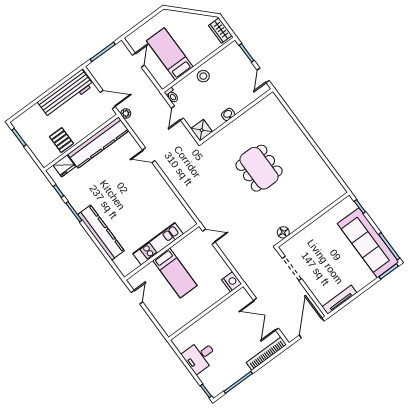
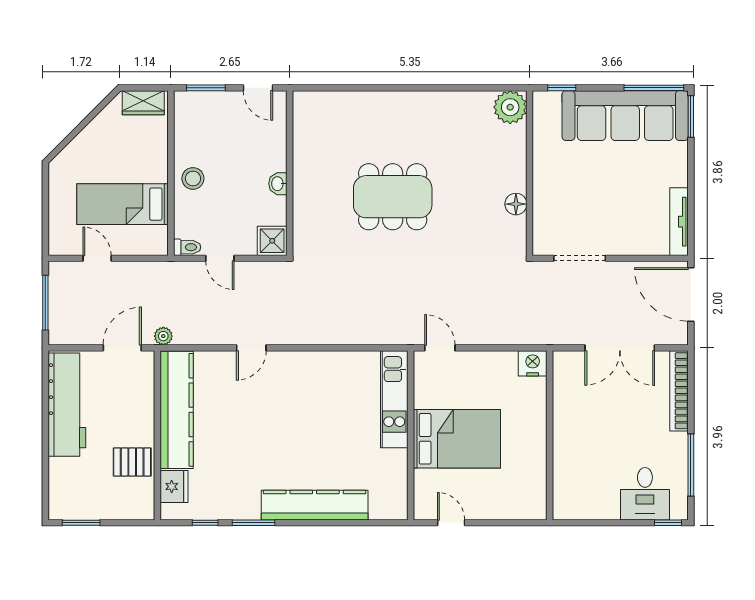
plant: (335, 190) -> (510, 107), added
floor lamp: (283, 232) -> (516, 204), moved
door: (209, 237) -> (440, 348), hinge flipped
kitchen unit: (158, 244) -> (394, 399), moved
bed: (175, 273) -> (457, 439), width x1.50
desk: (200, 356) -> (645, 494), moved

